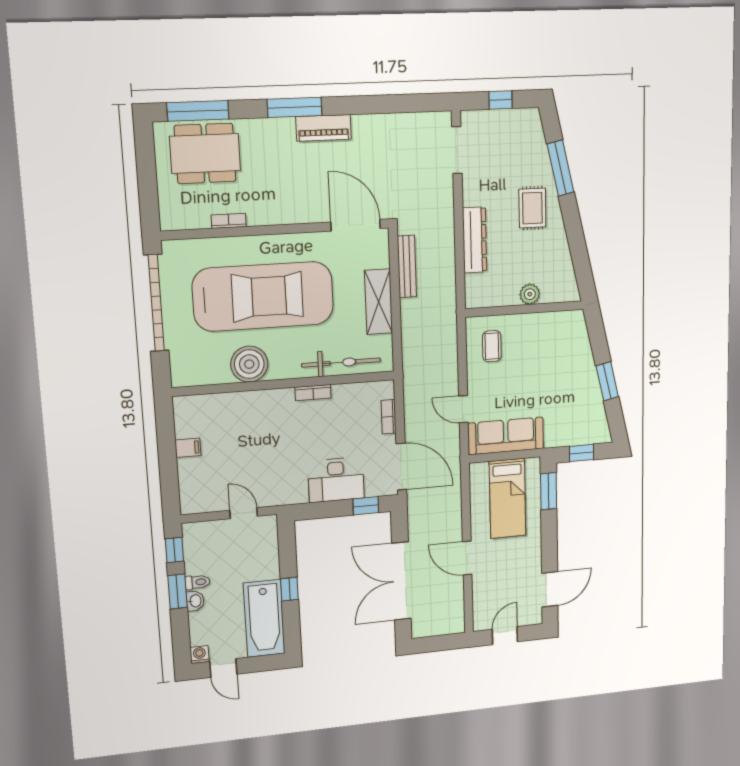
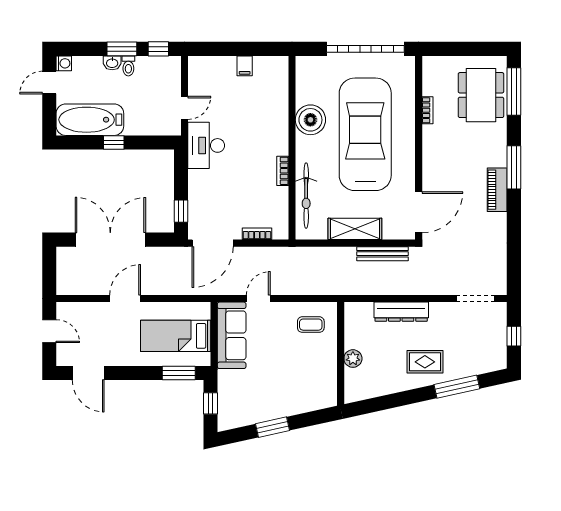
car: (263, 296) -> (365, 134), turned 180
desk: (336, 480) -> (206, 145), moved

